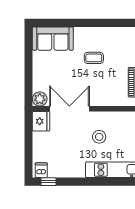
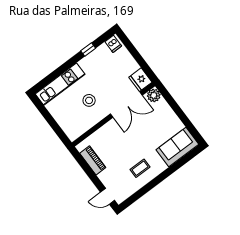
coffee table: (94, 58) -> (140, 168), moved
window: (48, 182) -> (88, 50), moved

